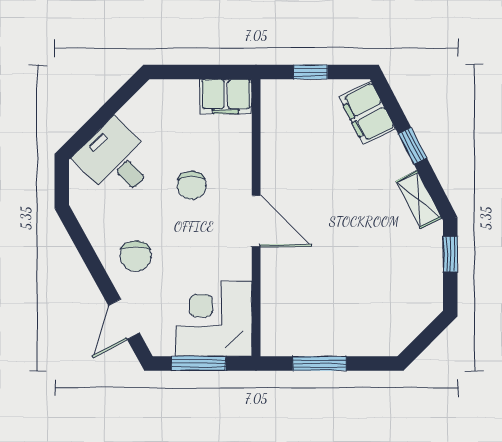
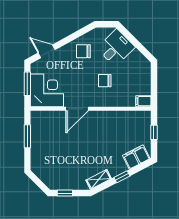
filing cabinet: (226, 96) -> (143, 101), width x0.50
door: (256, 221) -> (77, 109), moved
window: (450, 254) -> (65, 193), moved
chair: (136, 256) -> (83, 51), moved

